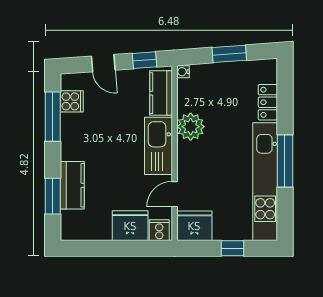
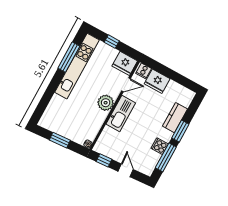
kitchen counter: (161, 93) -> (105, 139), removed
cooker: (72, 101) -> (160, 146), moved
locker: (268, 102) -> (54, 105), removed
plant: (191, 127) -> (106, 103), moved
window: (285, 161) -> (69, 57), moved
window: (53, 196) -> (180, 131), moved

